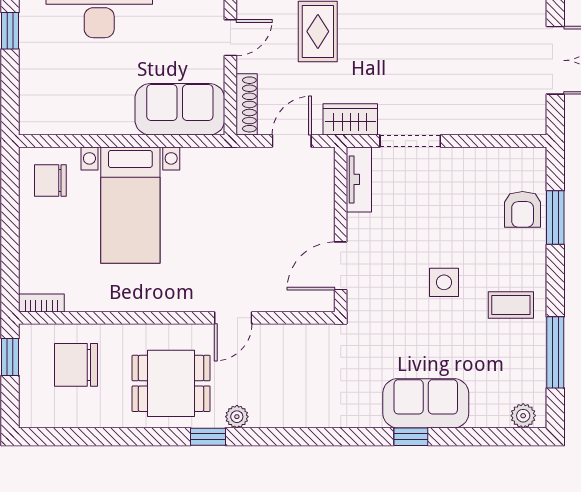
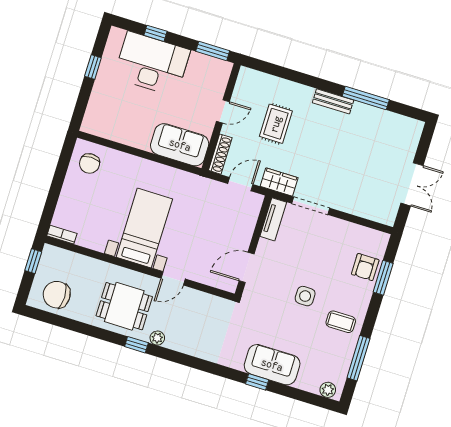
chair: (50, 181) -> (90, 163), turned -90
bed with nightstands: (130, 205) -> (144, 228), moved, turned 180
chair: (76, 365) -> (57, 295), moved

